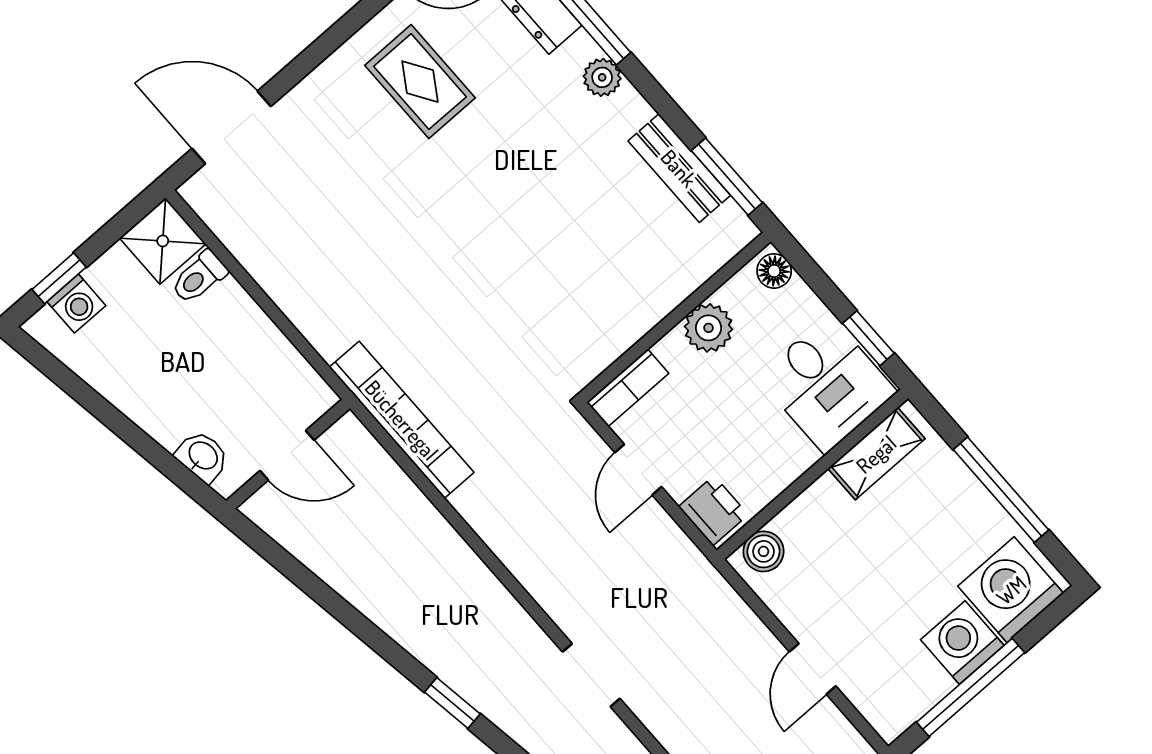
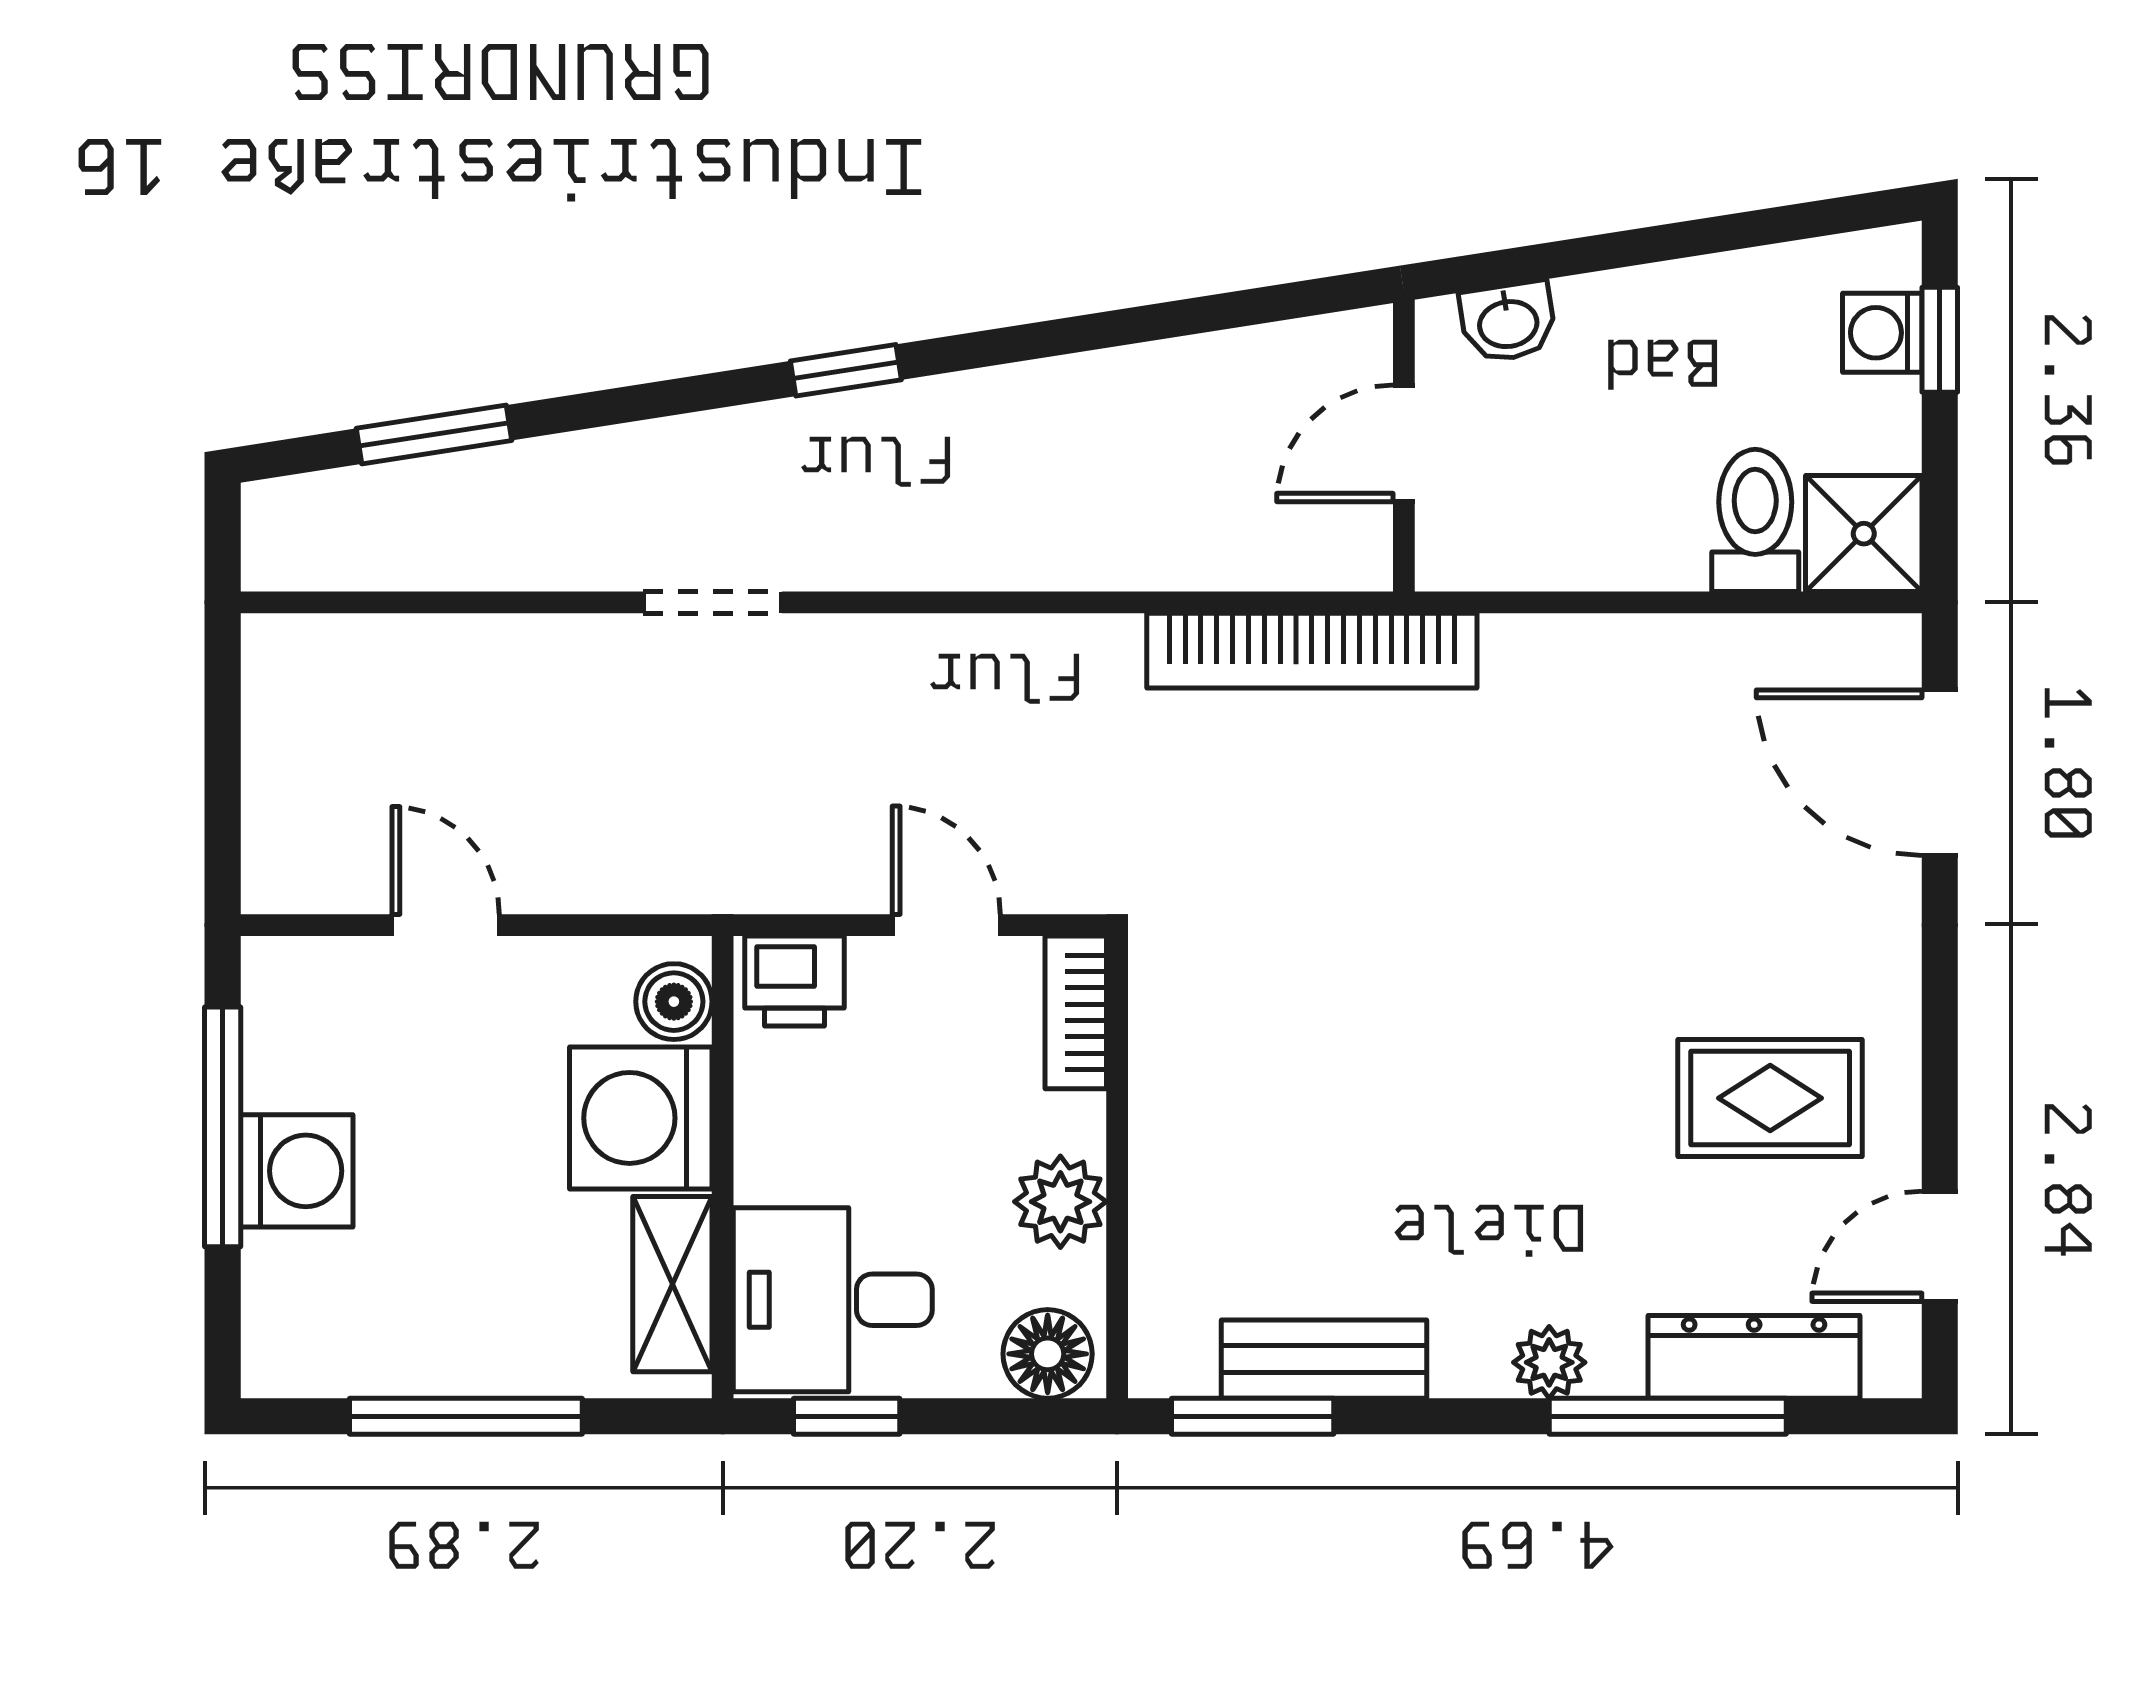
door: (231, 127) -> (1940, 773), swing flipped
floor lamp: (774, 271) -> (1048, 1354), width x1.37, depth x1.37
toilet: (199, 277) -> (1755, 520), width x1.37, depth x1.39
washing machine: (1011, 590) -> (641, 1118), moved, turned 180

